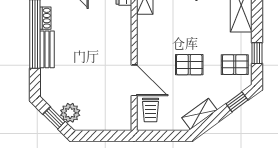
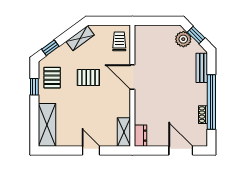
bench: (47, 49) -> (202, 68), moved
pallet: (235, 65) -> (52, 78), turned 90
door: (134, 80) -> (132, 77), moved

